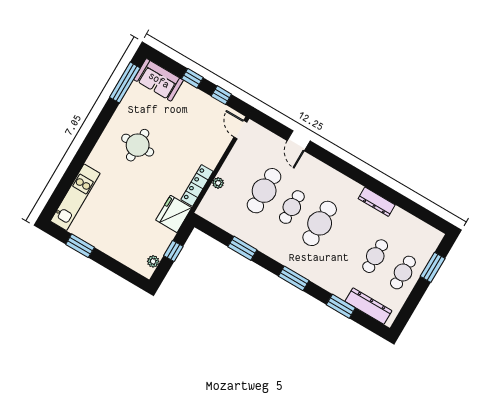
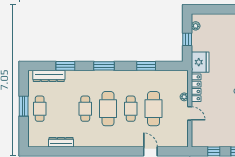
door: (240, 130) -> (190, 113), moved
dresser: (377, 202) -> (61, 142), moved
cafe table: (375, 256) -> (85, 109), moved
window: (433, 267) -> (24, 106), moved

